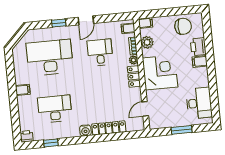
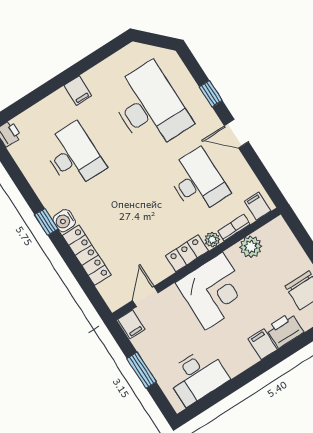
filing cabinet: (146, 23) -> (131, 324), moved
desk: (100, 52) -> (198, 182), width x1.37
door: (145, 109) -> (145, 297), hinge flipped
window: (51, 143) -> (46, 222), moved

